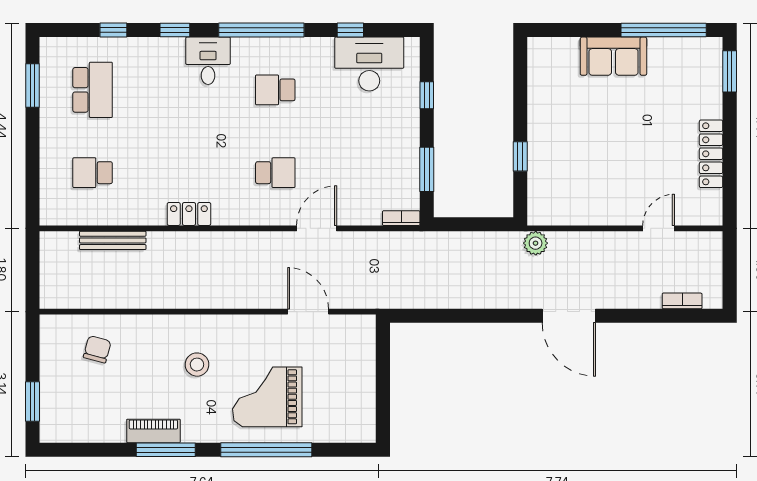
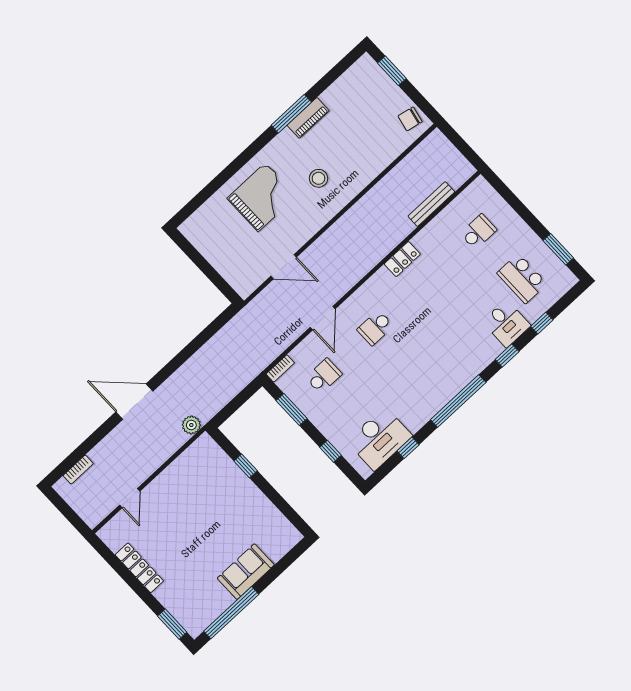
desk: (208, 61) -> (506, 324), moved
school desk: (275, 90) -> (324, 376), moved
chair: (97, 349) -> (410, 119), moved, turned 87
window: (266, 450) -> (235, 167), removed

